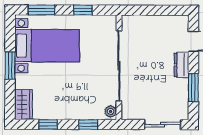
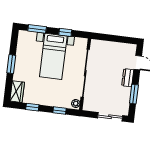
bed with nightstands: (47, 46) -> (53, 56), moved, turned 90

